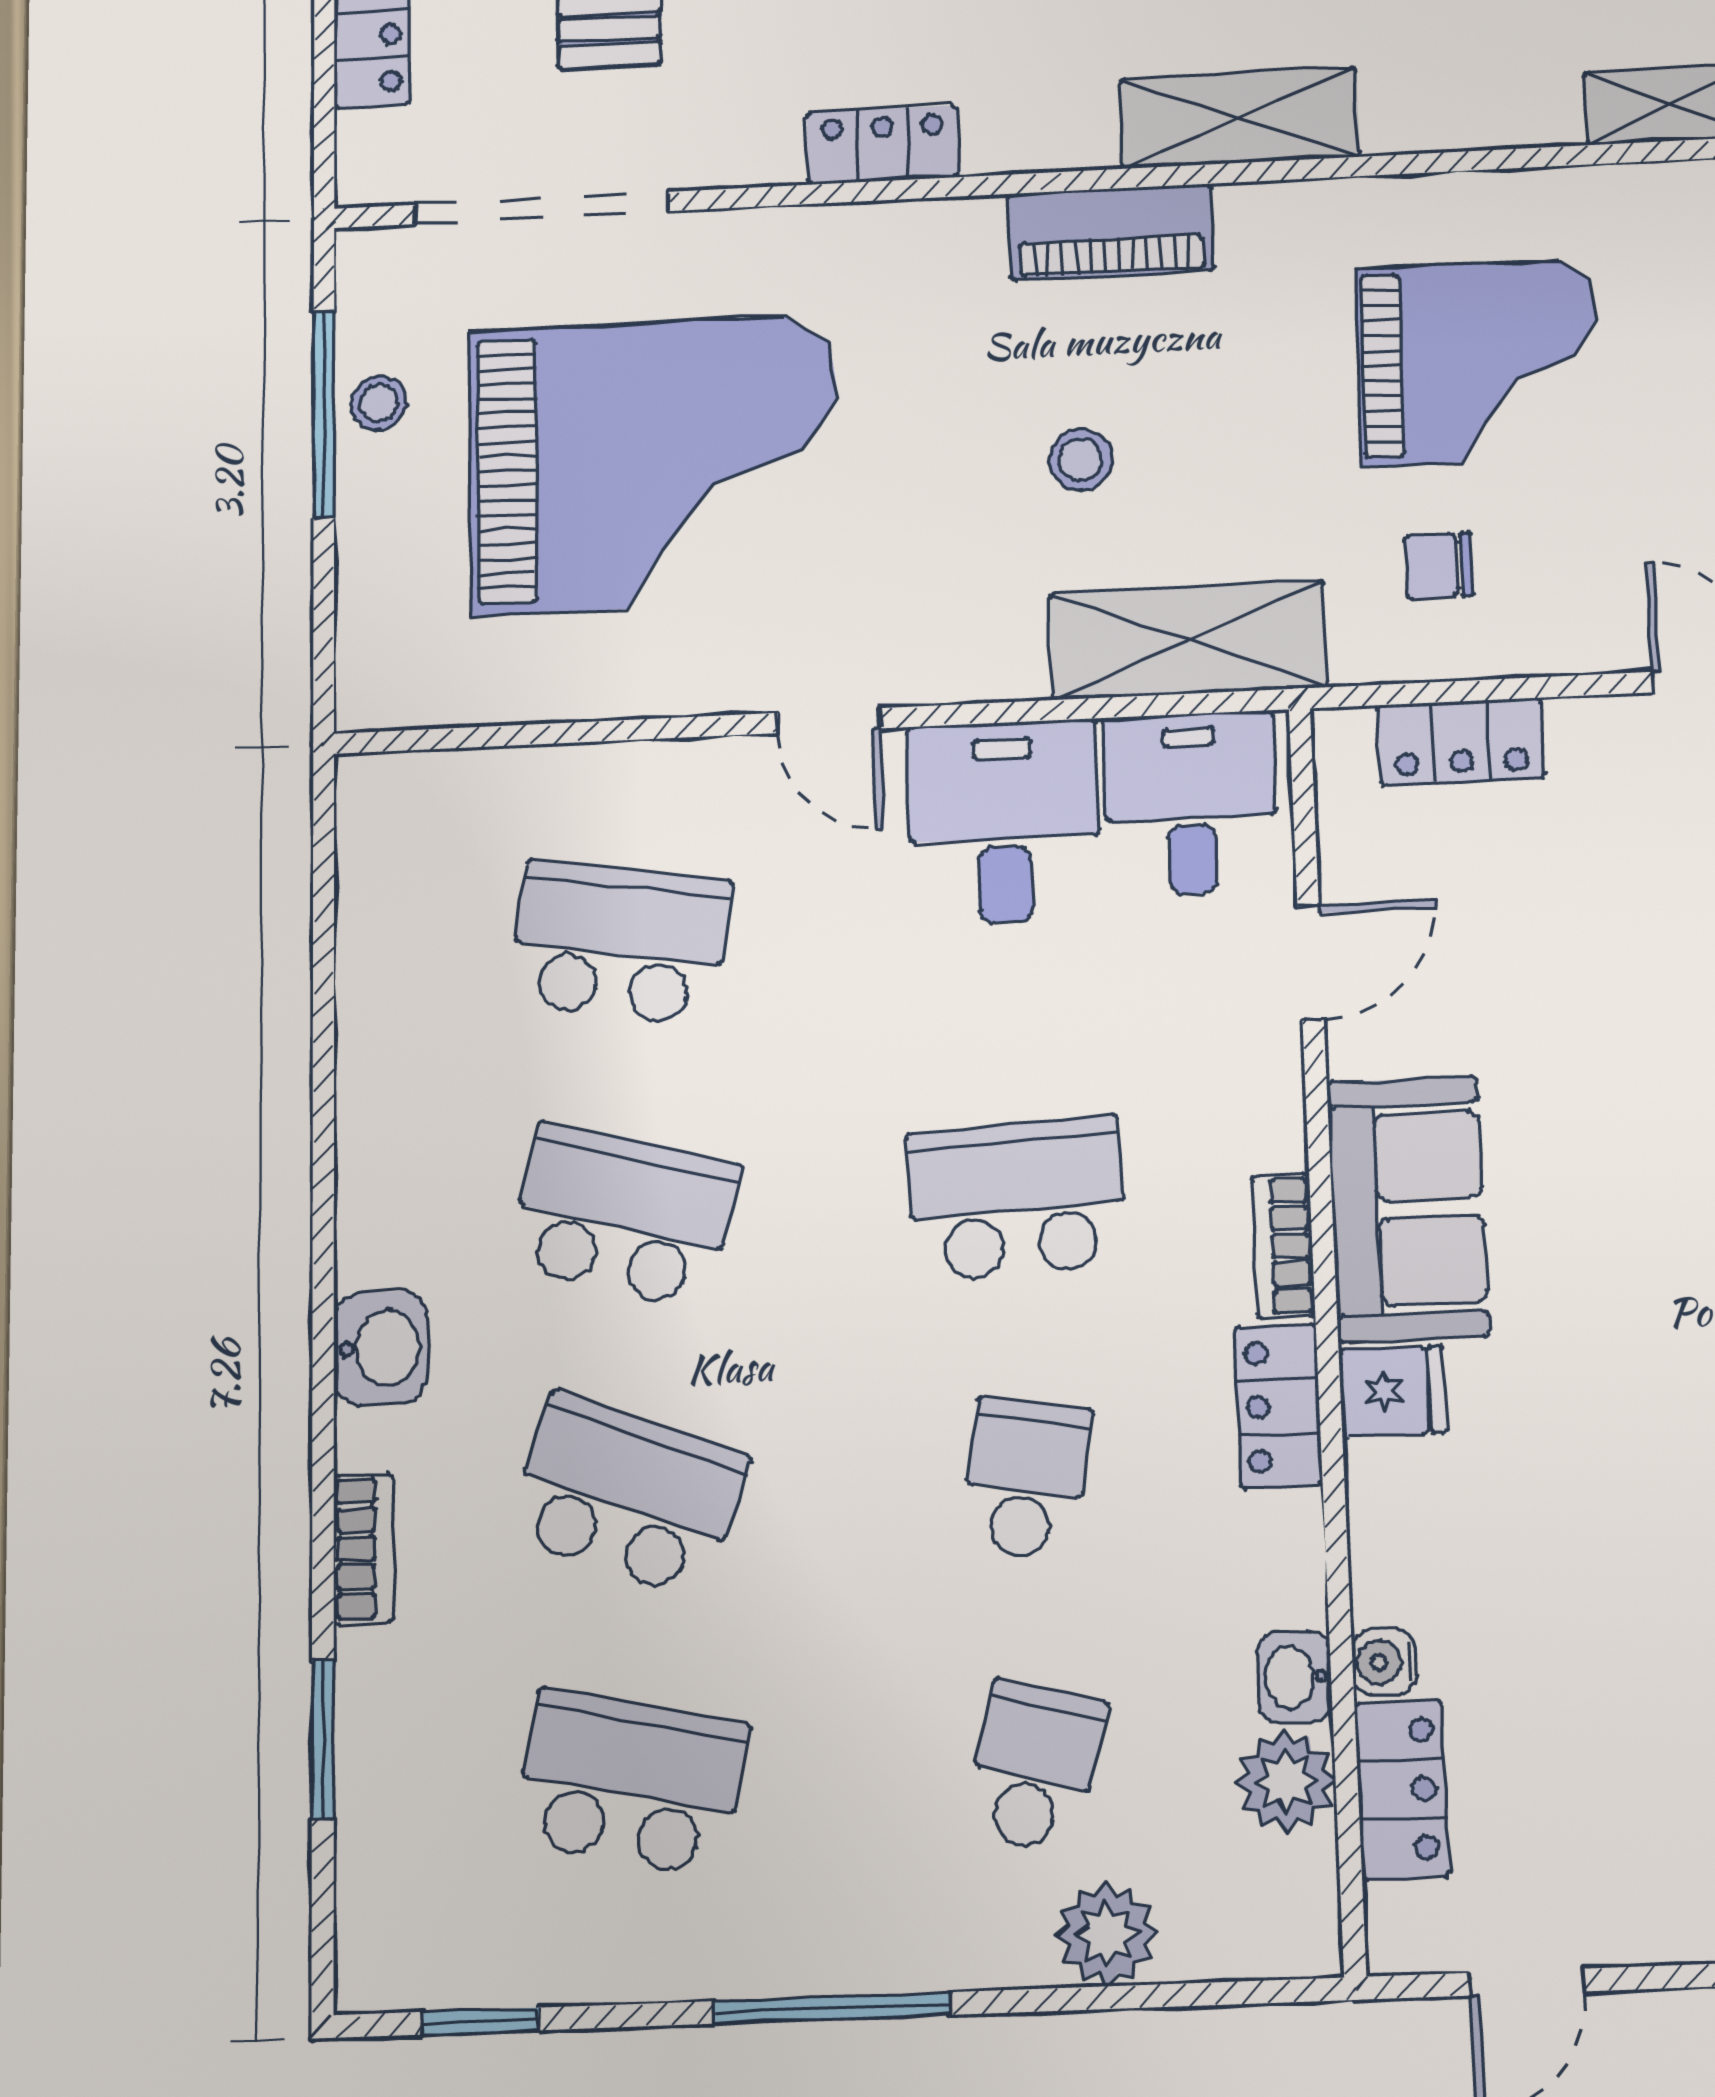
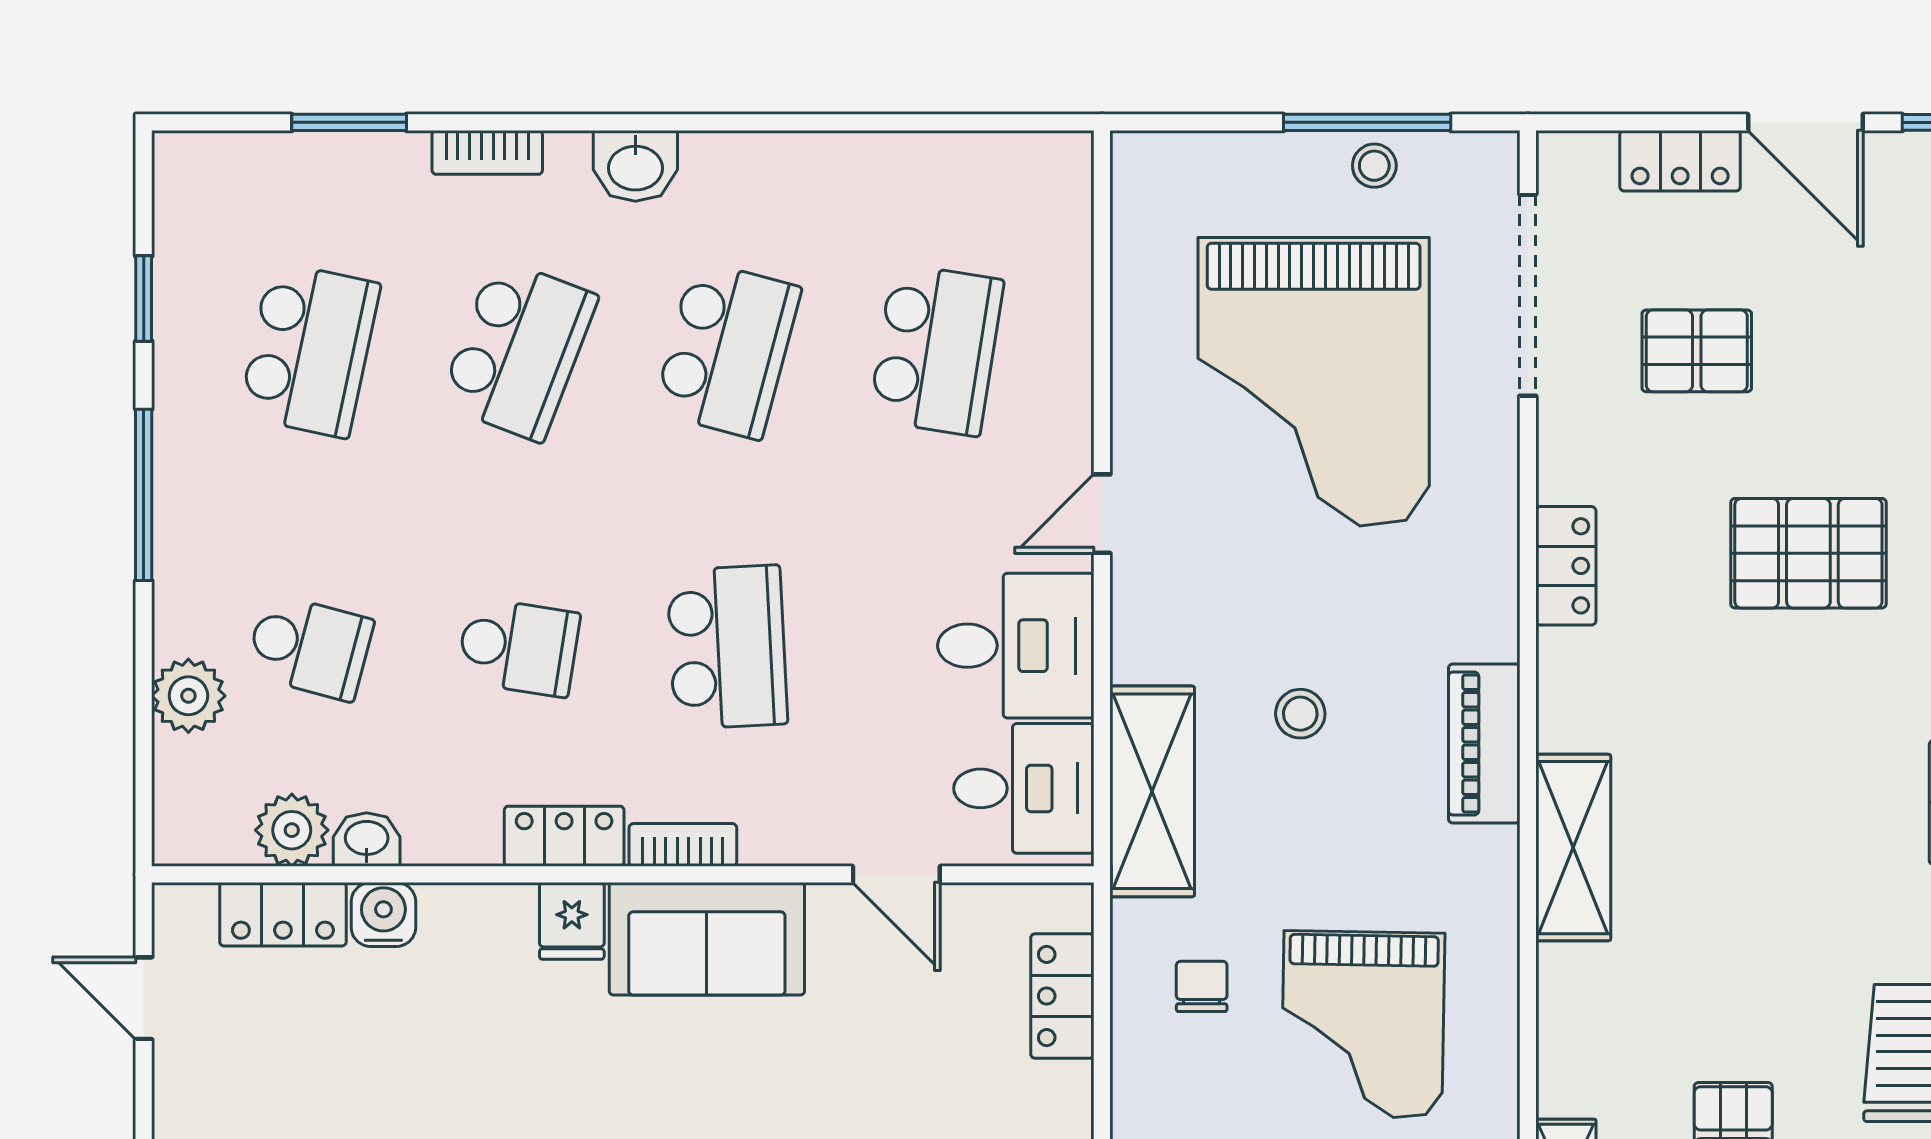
water cooler: (1384, 1662) -> (383, 914), width x1.38, depth x1.38
window: (480, 2021) -> (144, 299), moved

